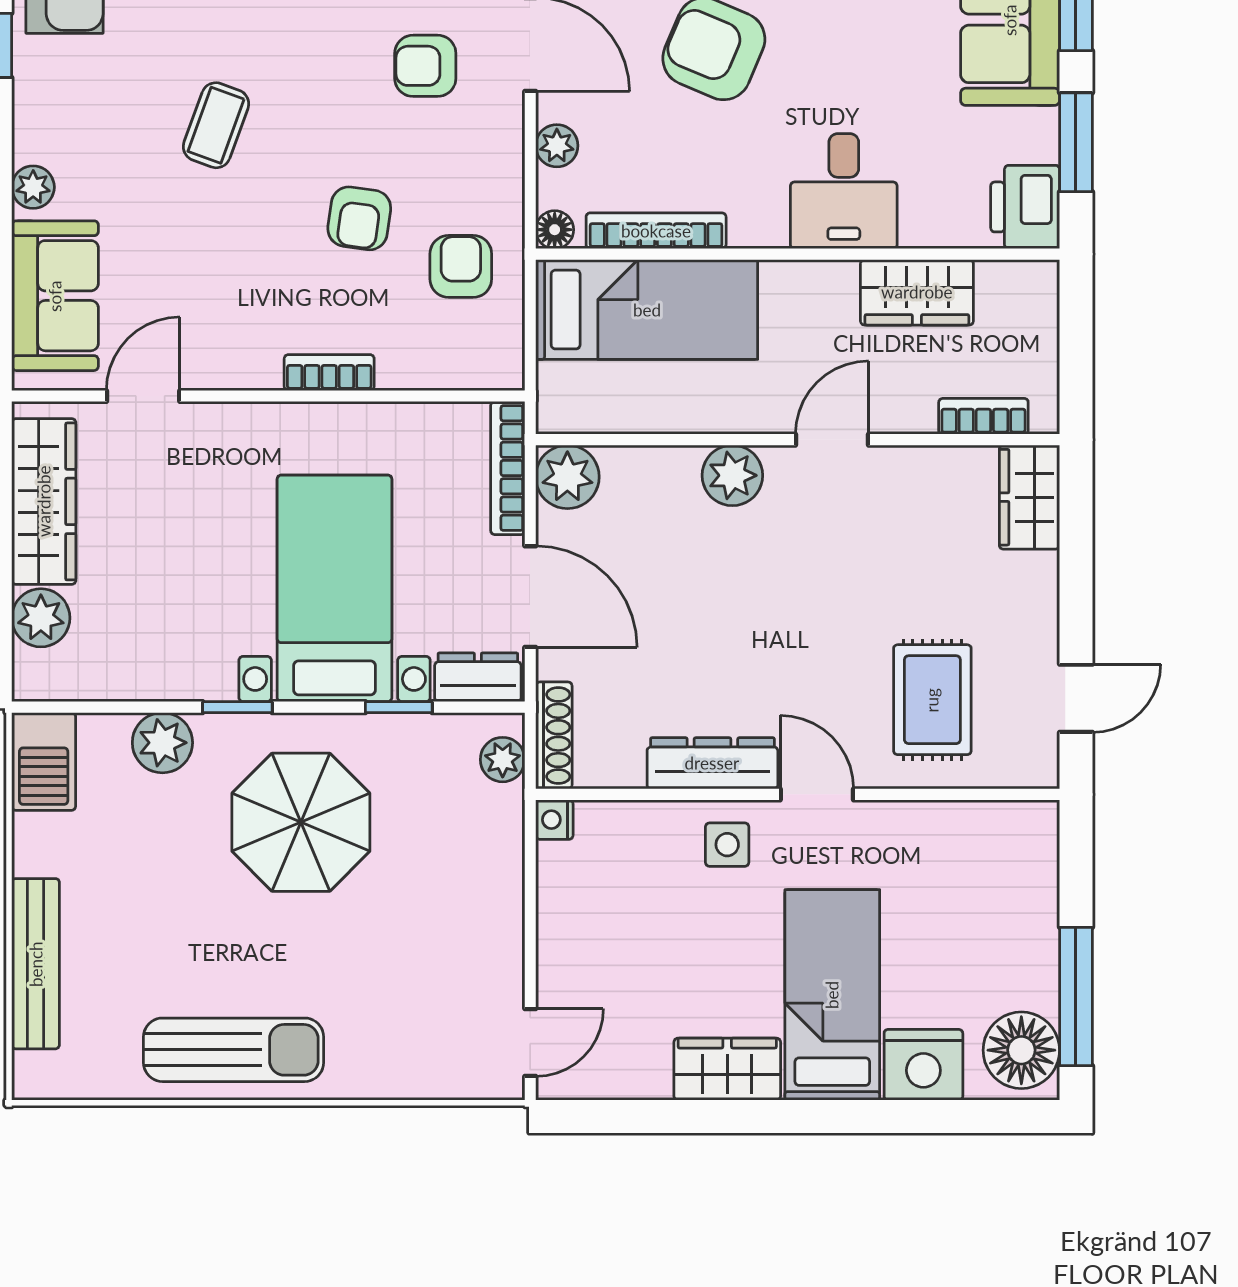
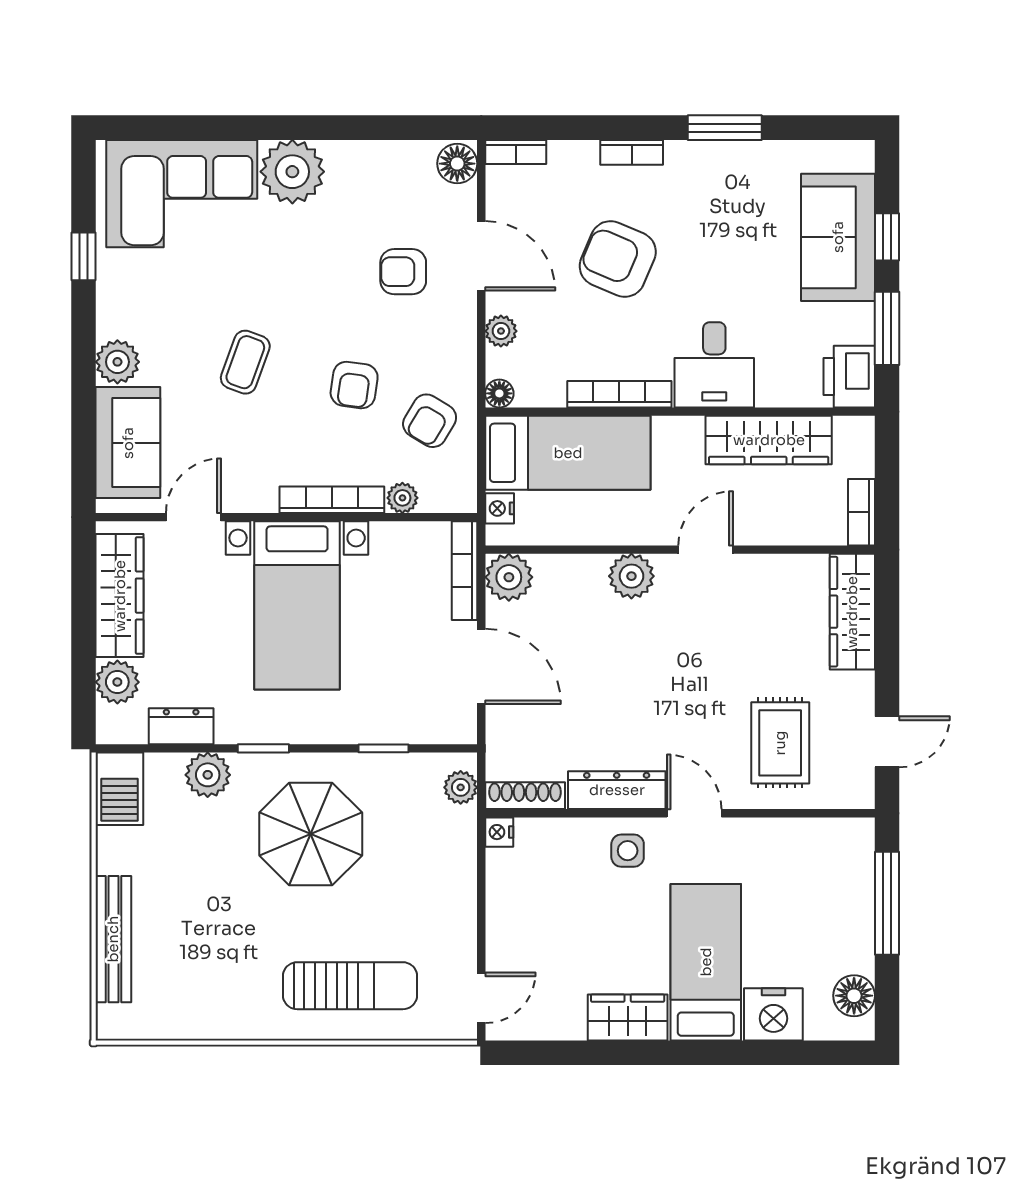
coffee table: (216, 125) -> (245, 362), moved
plant: (33, 187) -> (117, 362), width x1.38, depth x1.38
bookcase: (656, 231) -> (619, 394), moved
armchair: (461, 266) -> (430, 421), turned -149
wardrobe: (917, 292) -> (769, 440), width x1.50
plant: (424, 370) -> (402, 498), added
bookcase: (329, 373) -> (332, 500), width x1.56
nightstand: (555, 384) -> (500, 508), added
bookcase: (983, 416) -> (861, 512), moved, turned -90
wardrobe: (1029, 497) -> (852, 612), width x1.50
bed with nightstands: (335, 588) -> (297, 605), moved, turned 180
dresser: (478, 677) -> (181, 726), moved
shoe rack: (554, 735) -> (525, 796), moved, turned -90
window: (1076, 997) -> (887, 903), moved
sun lounger: (234, 1050) -> (350, 986), moved
floor lamp: (1021, 1050) -> (854, 996), width x0.73, depth x0.73

